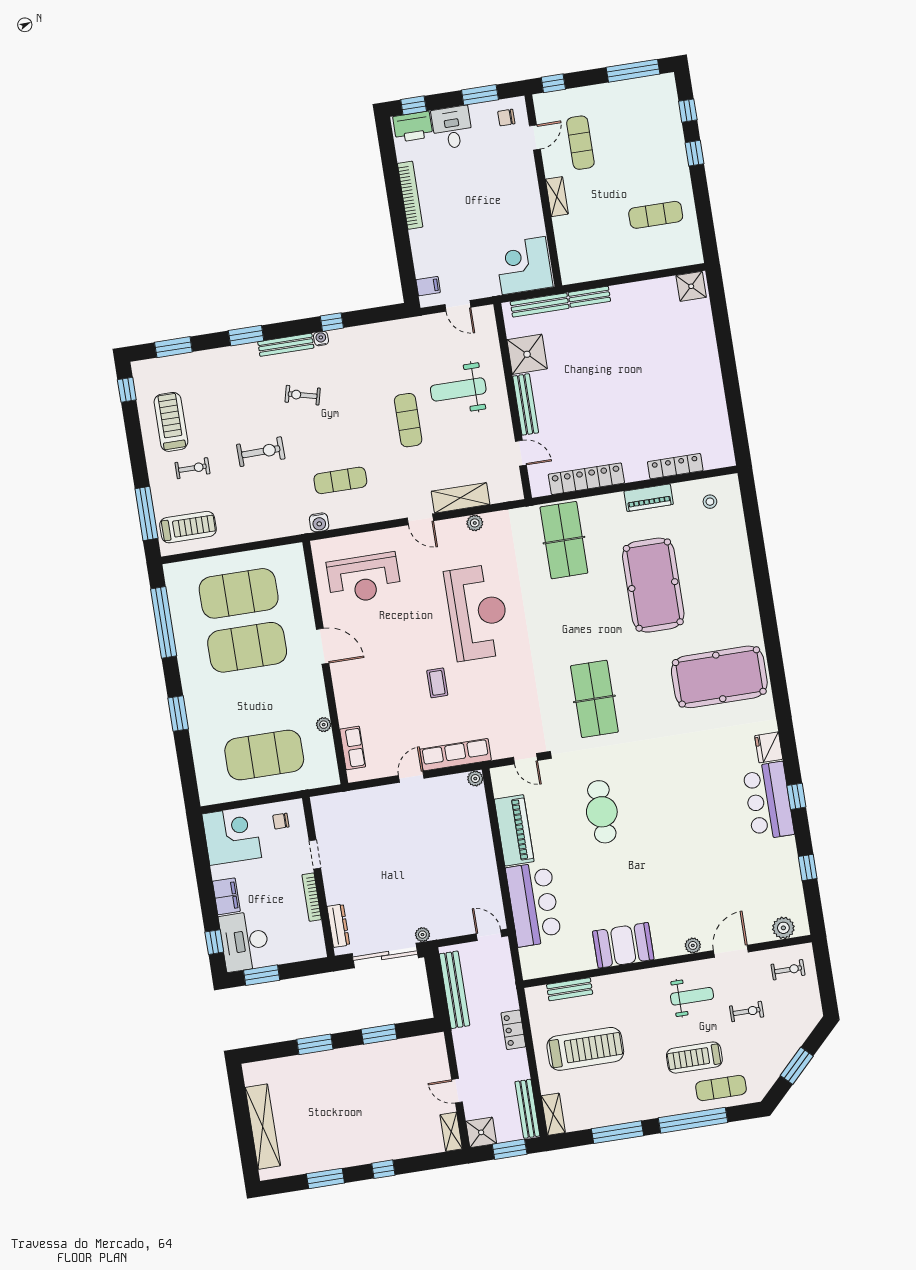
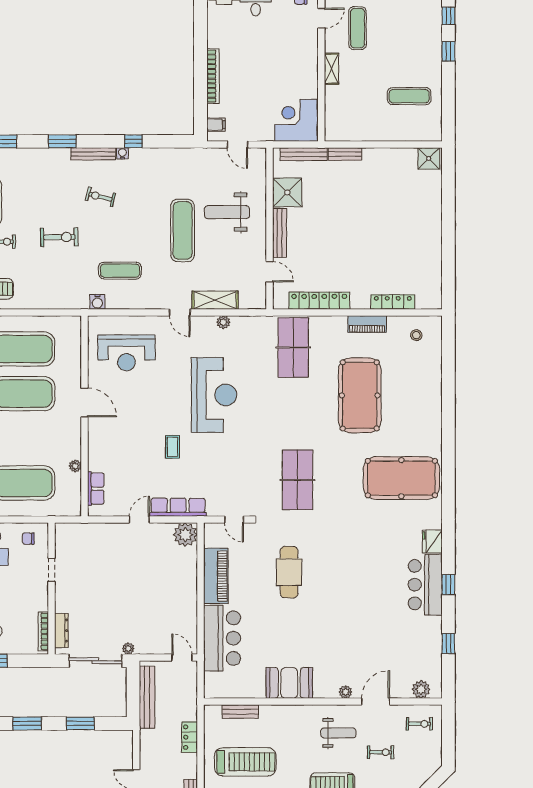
bookcase: (410, 195) -> (213, 76), moved
exercise mat: (408, 420) -> (183, 230), width x1.36, depth x1.45
plant: (475, 779) -> (185, 535), width x1.87, depth x1.87
bookcase: (312, 897) -> (43, 631), moved

